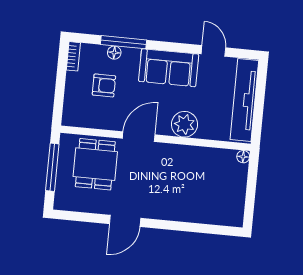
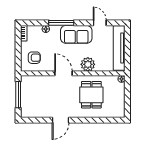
window: (124, 42) -> (61, 23), moved
armchair: (104, 85) -> (34, 58), moved
door: (139, 137) -> (63, 73), hinge flipped
dining table: (95, 164) -> (91, 95), moved

